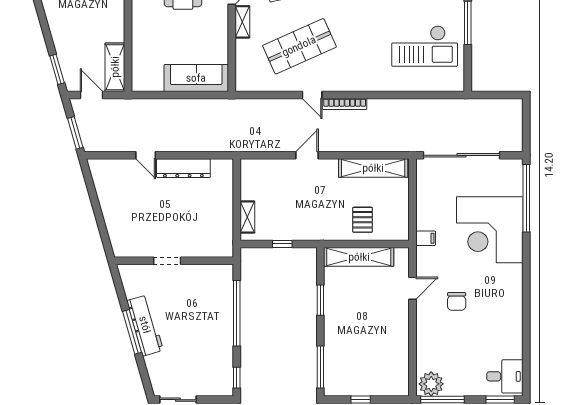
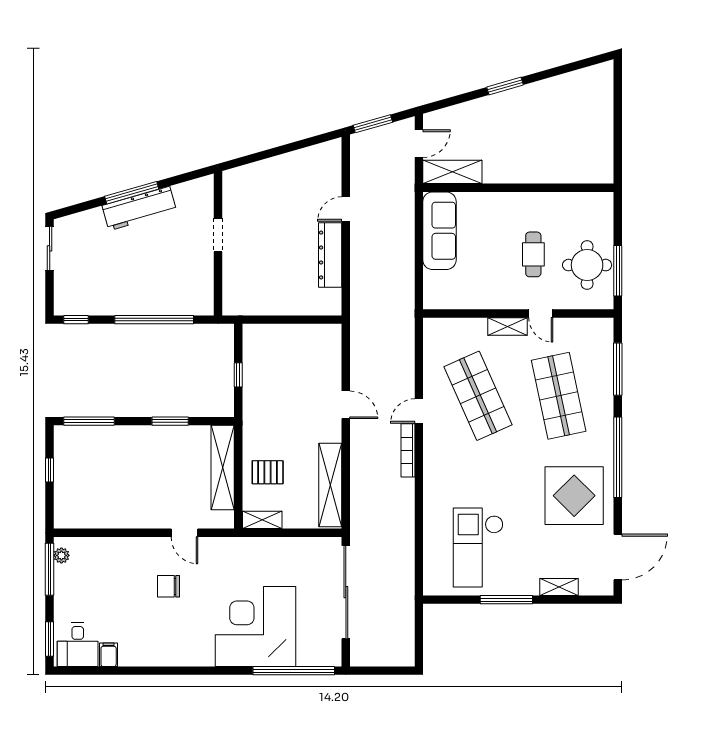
window: (57, 69) -> (505, 86), moved
sofa: (196, 78) -> (439, 231), moved
shelving: (247, 217) -> (262, 520), moved
filing cabinet: (426, 238) -> (109, 655), moved, turned 180
plant: (431, 384) -> (61, 555), width x0.53, depth x0.53

